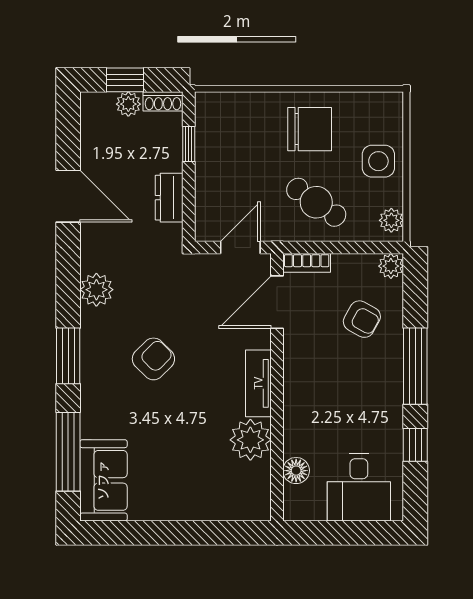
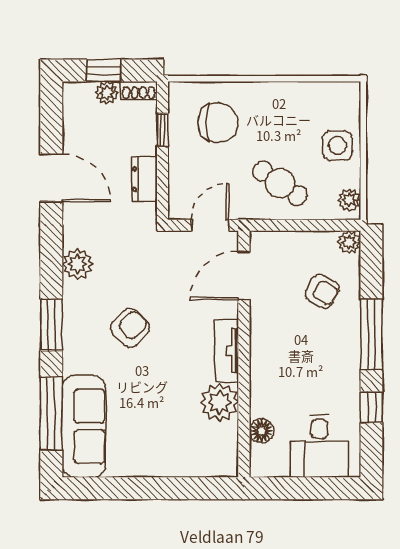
chair: (310, 129) -> (218, 123), moved
bookcase: (307, 263) -> (271, 239), removed
sofa: (103, 480) -> (84, 426), width x1.36

